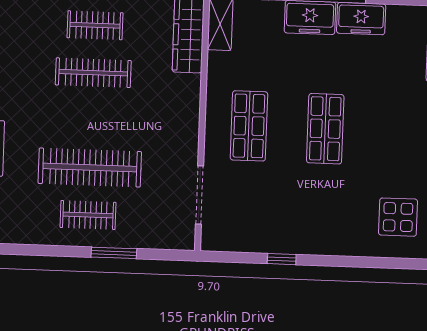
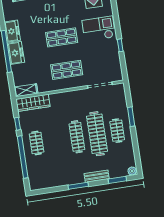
clothes rail: (93, 73) -> (77, 137), moved
checkout: (329, 217) -> (99, 29), added

